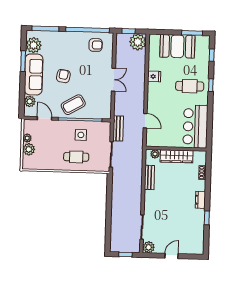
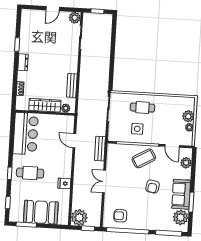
sofa: (34, 74) -> (181, 194), width x0.73
bench: (118, 128) -> (100, 149), moved

